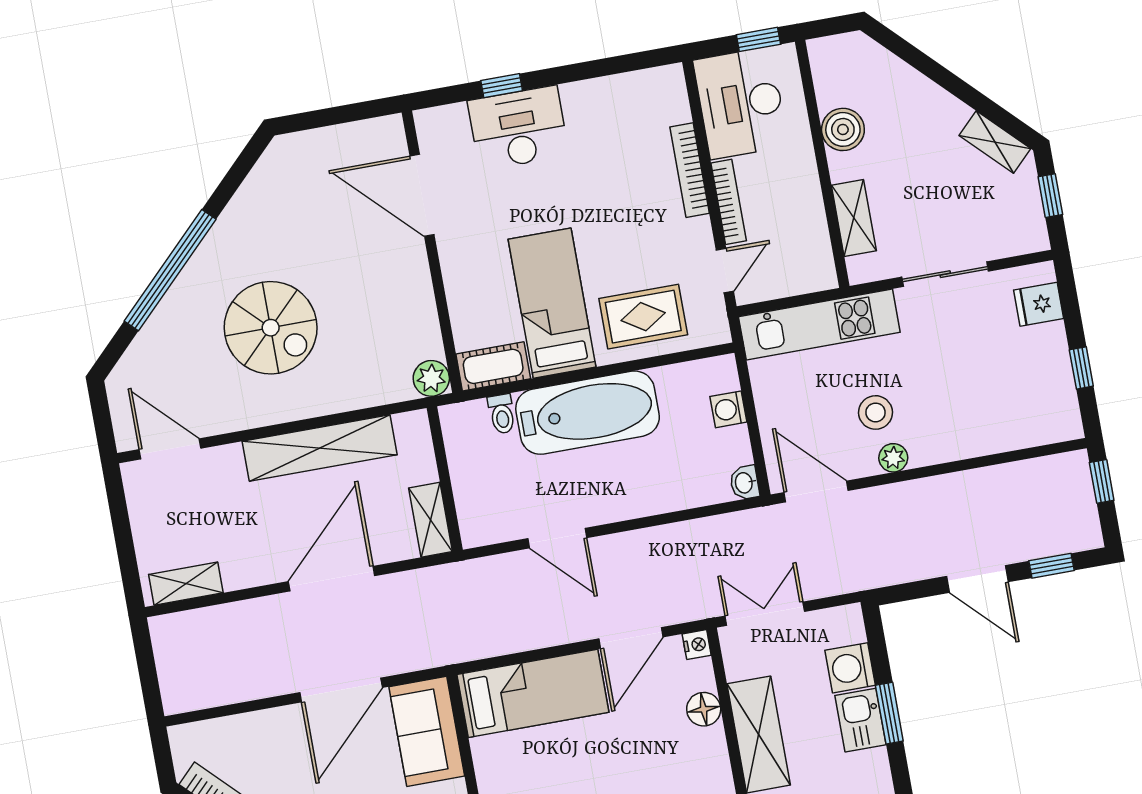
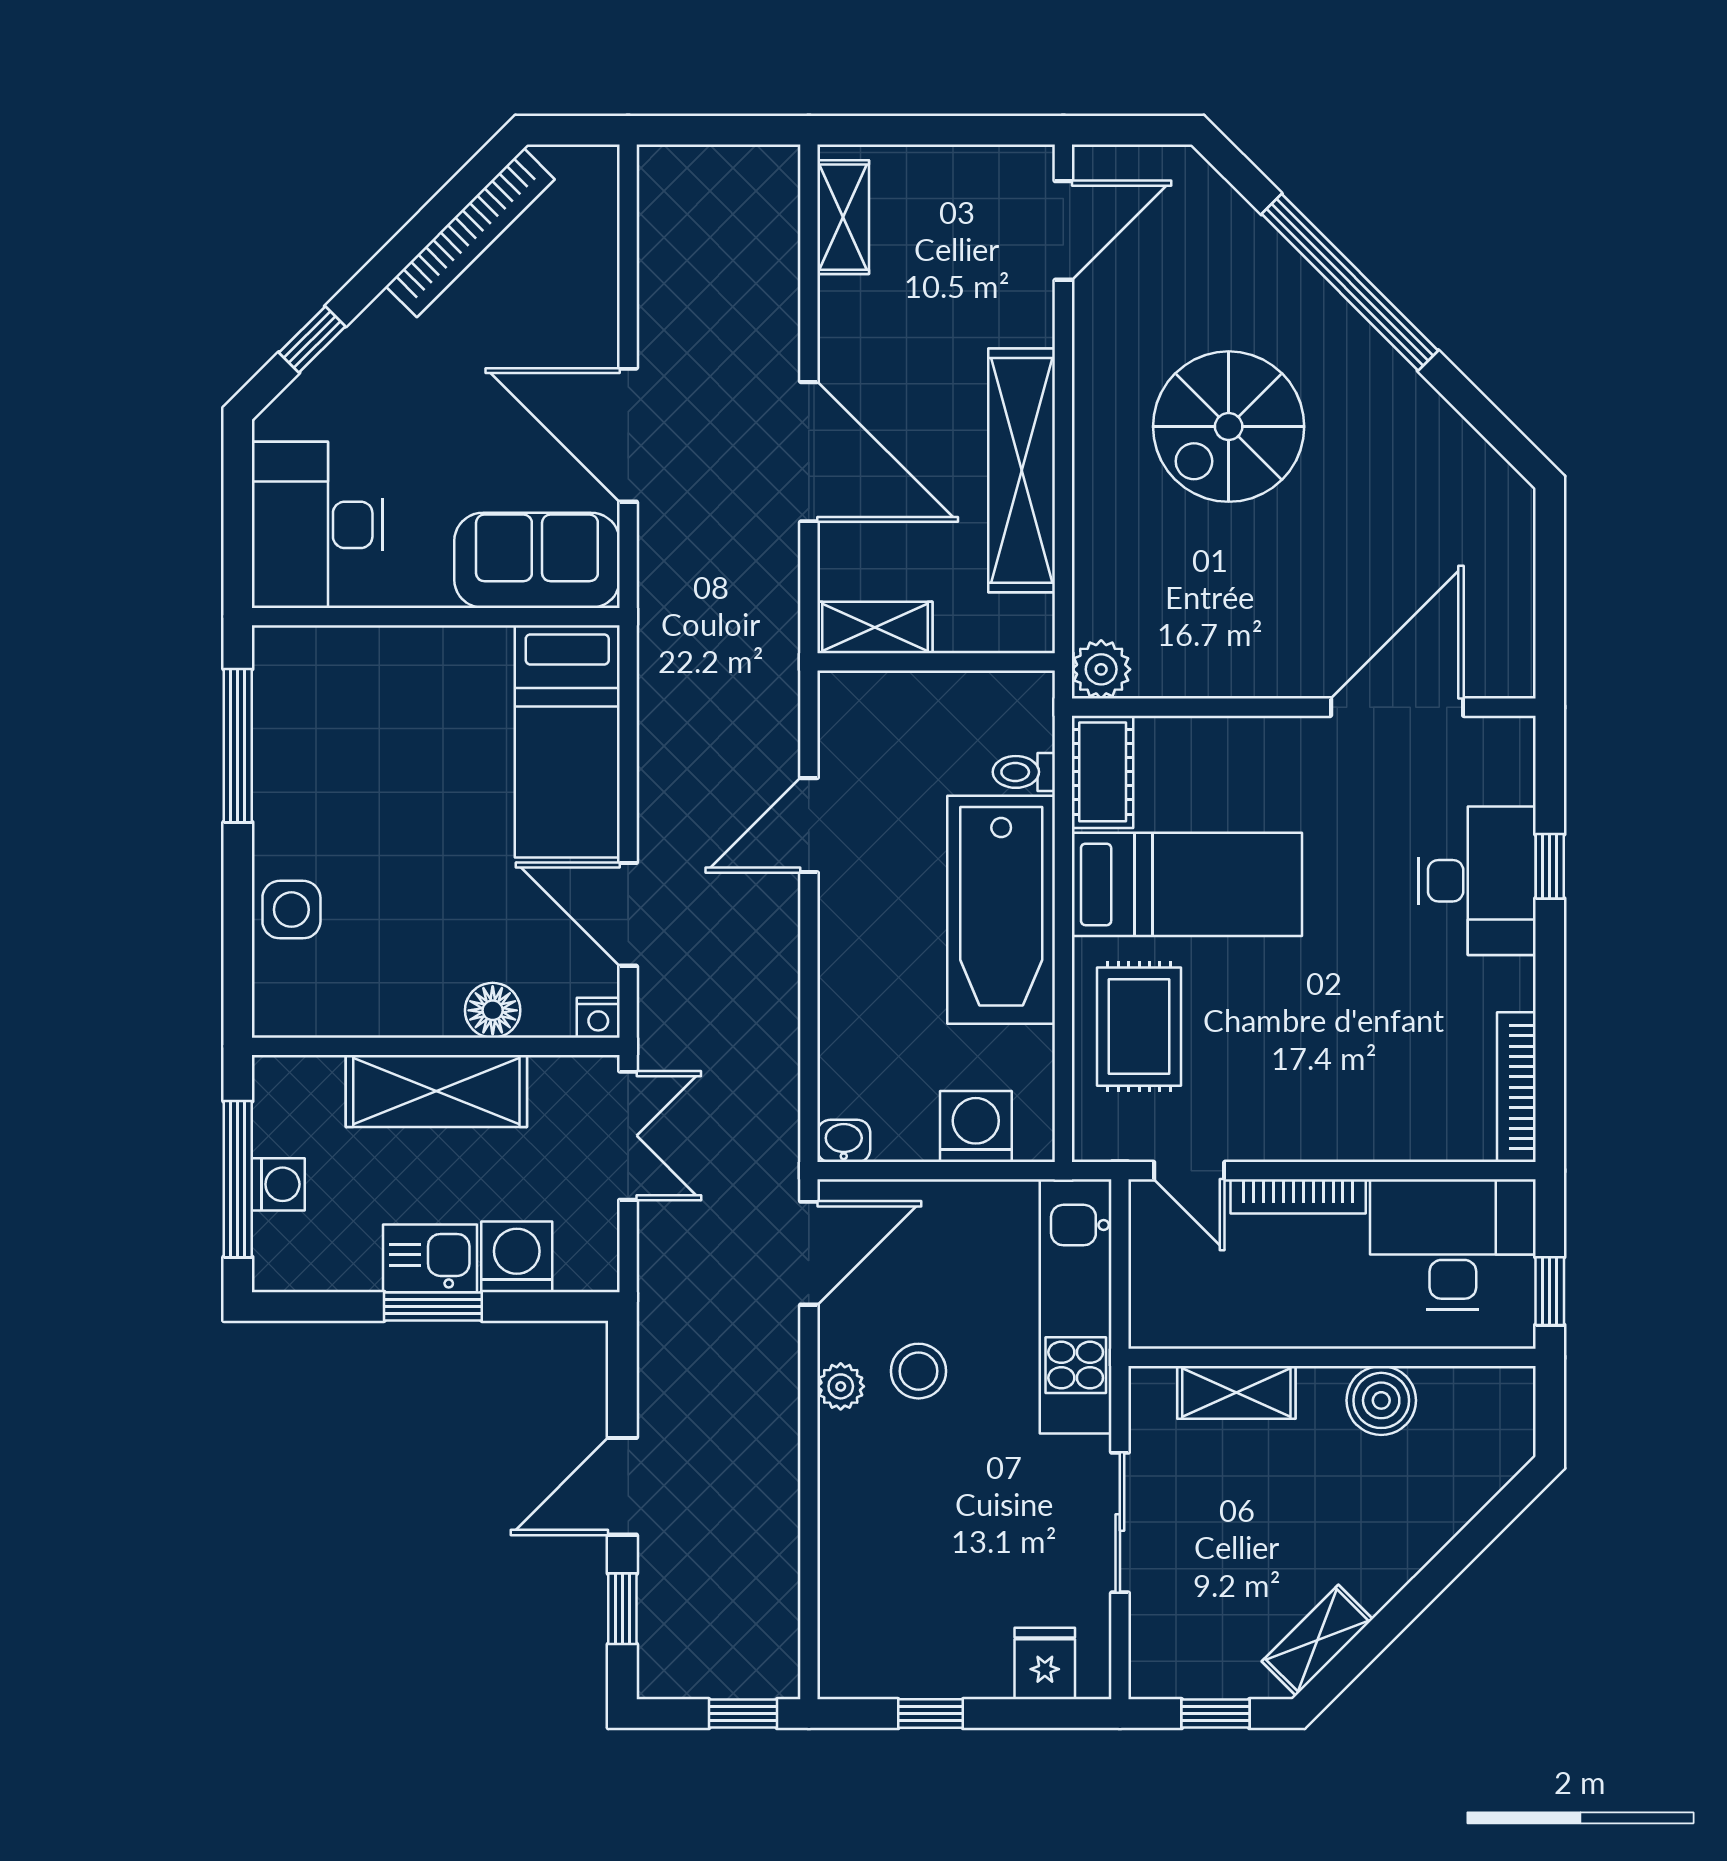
bookcase: (690, 170) -> (1516, 1087), moved, turned -90
washing machine: (728, 409) -> (976, 1127), width x1.38, depth x1.38

